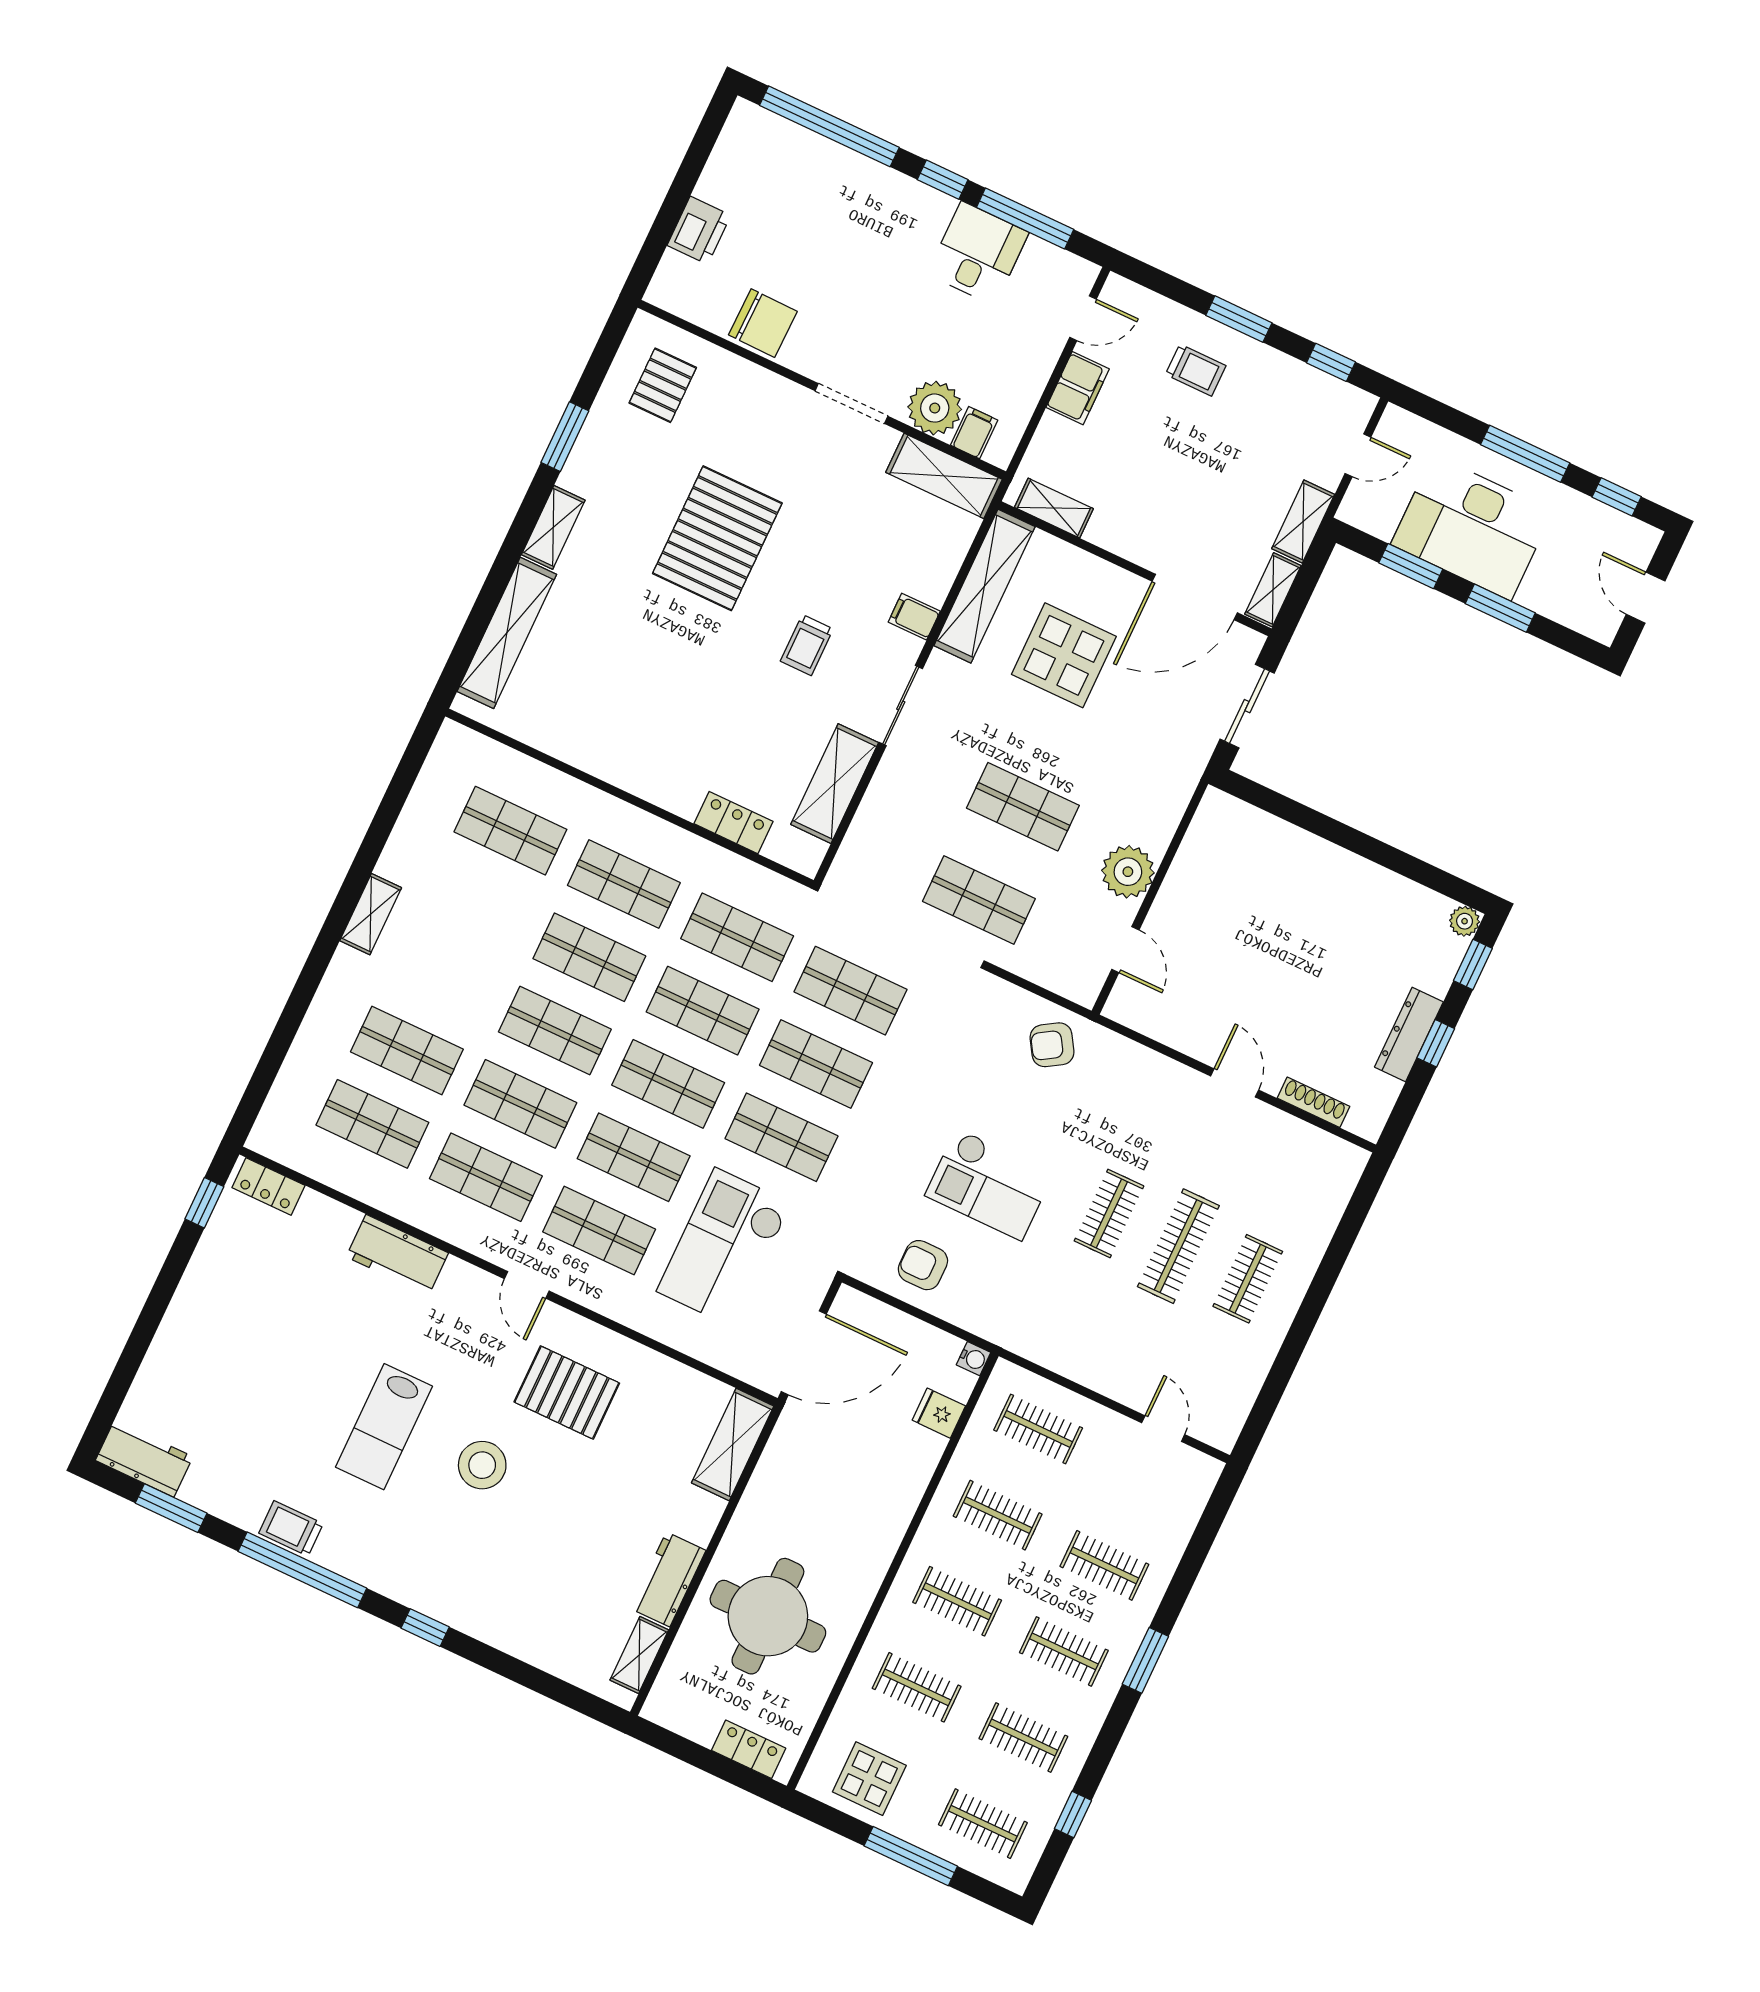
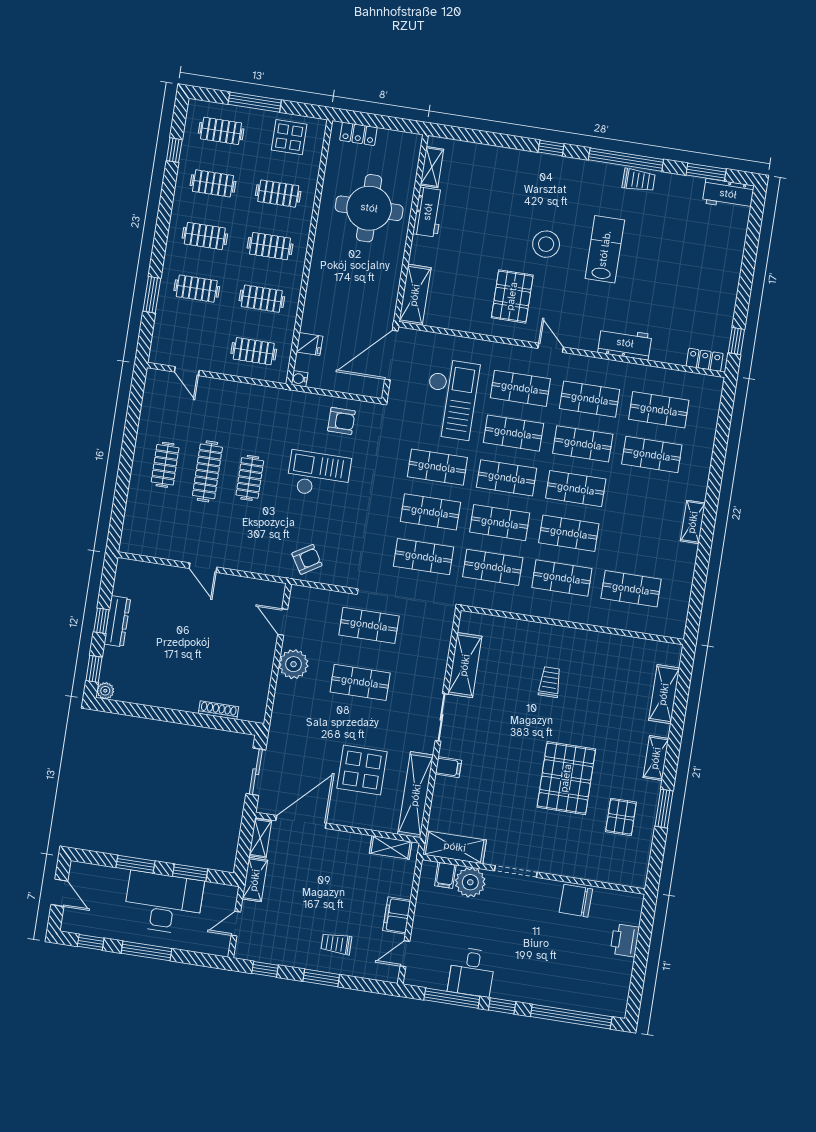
pallet: (663, 385) -> (621, 817), moved
shelving: (507, 633) -> (664, 694), width x0.68
trolley: (807, 645) -> (550, 682), moved
locker: (733, 823) -> (513, 628), removed
shoe rack: (1314, 1102) -> (219, 710), moved, turned 180
pallet: (567, 1392) -> (512, 296), turned 90
window: (1145, 1660) -> (152, 295), moved

